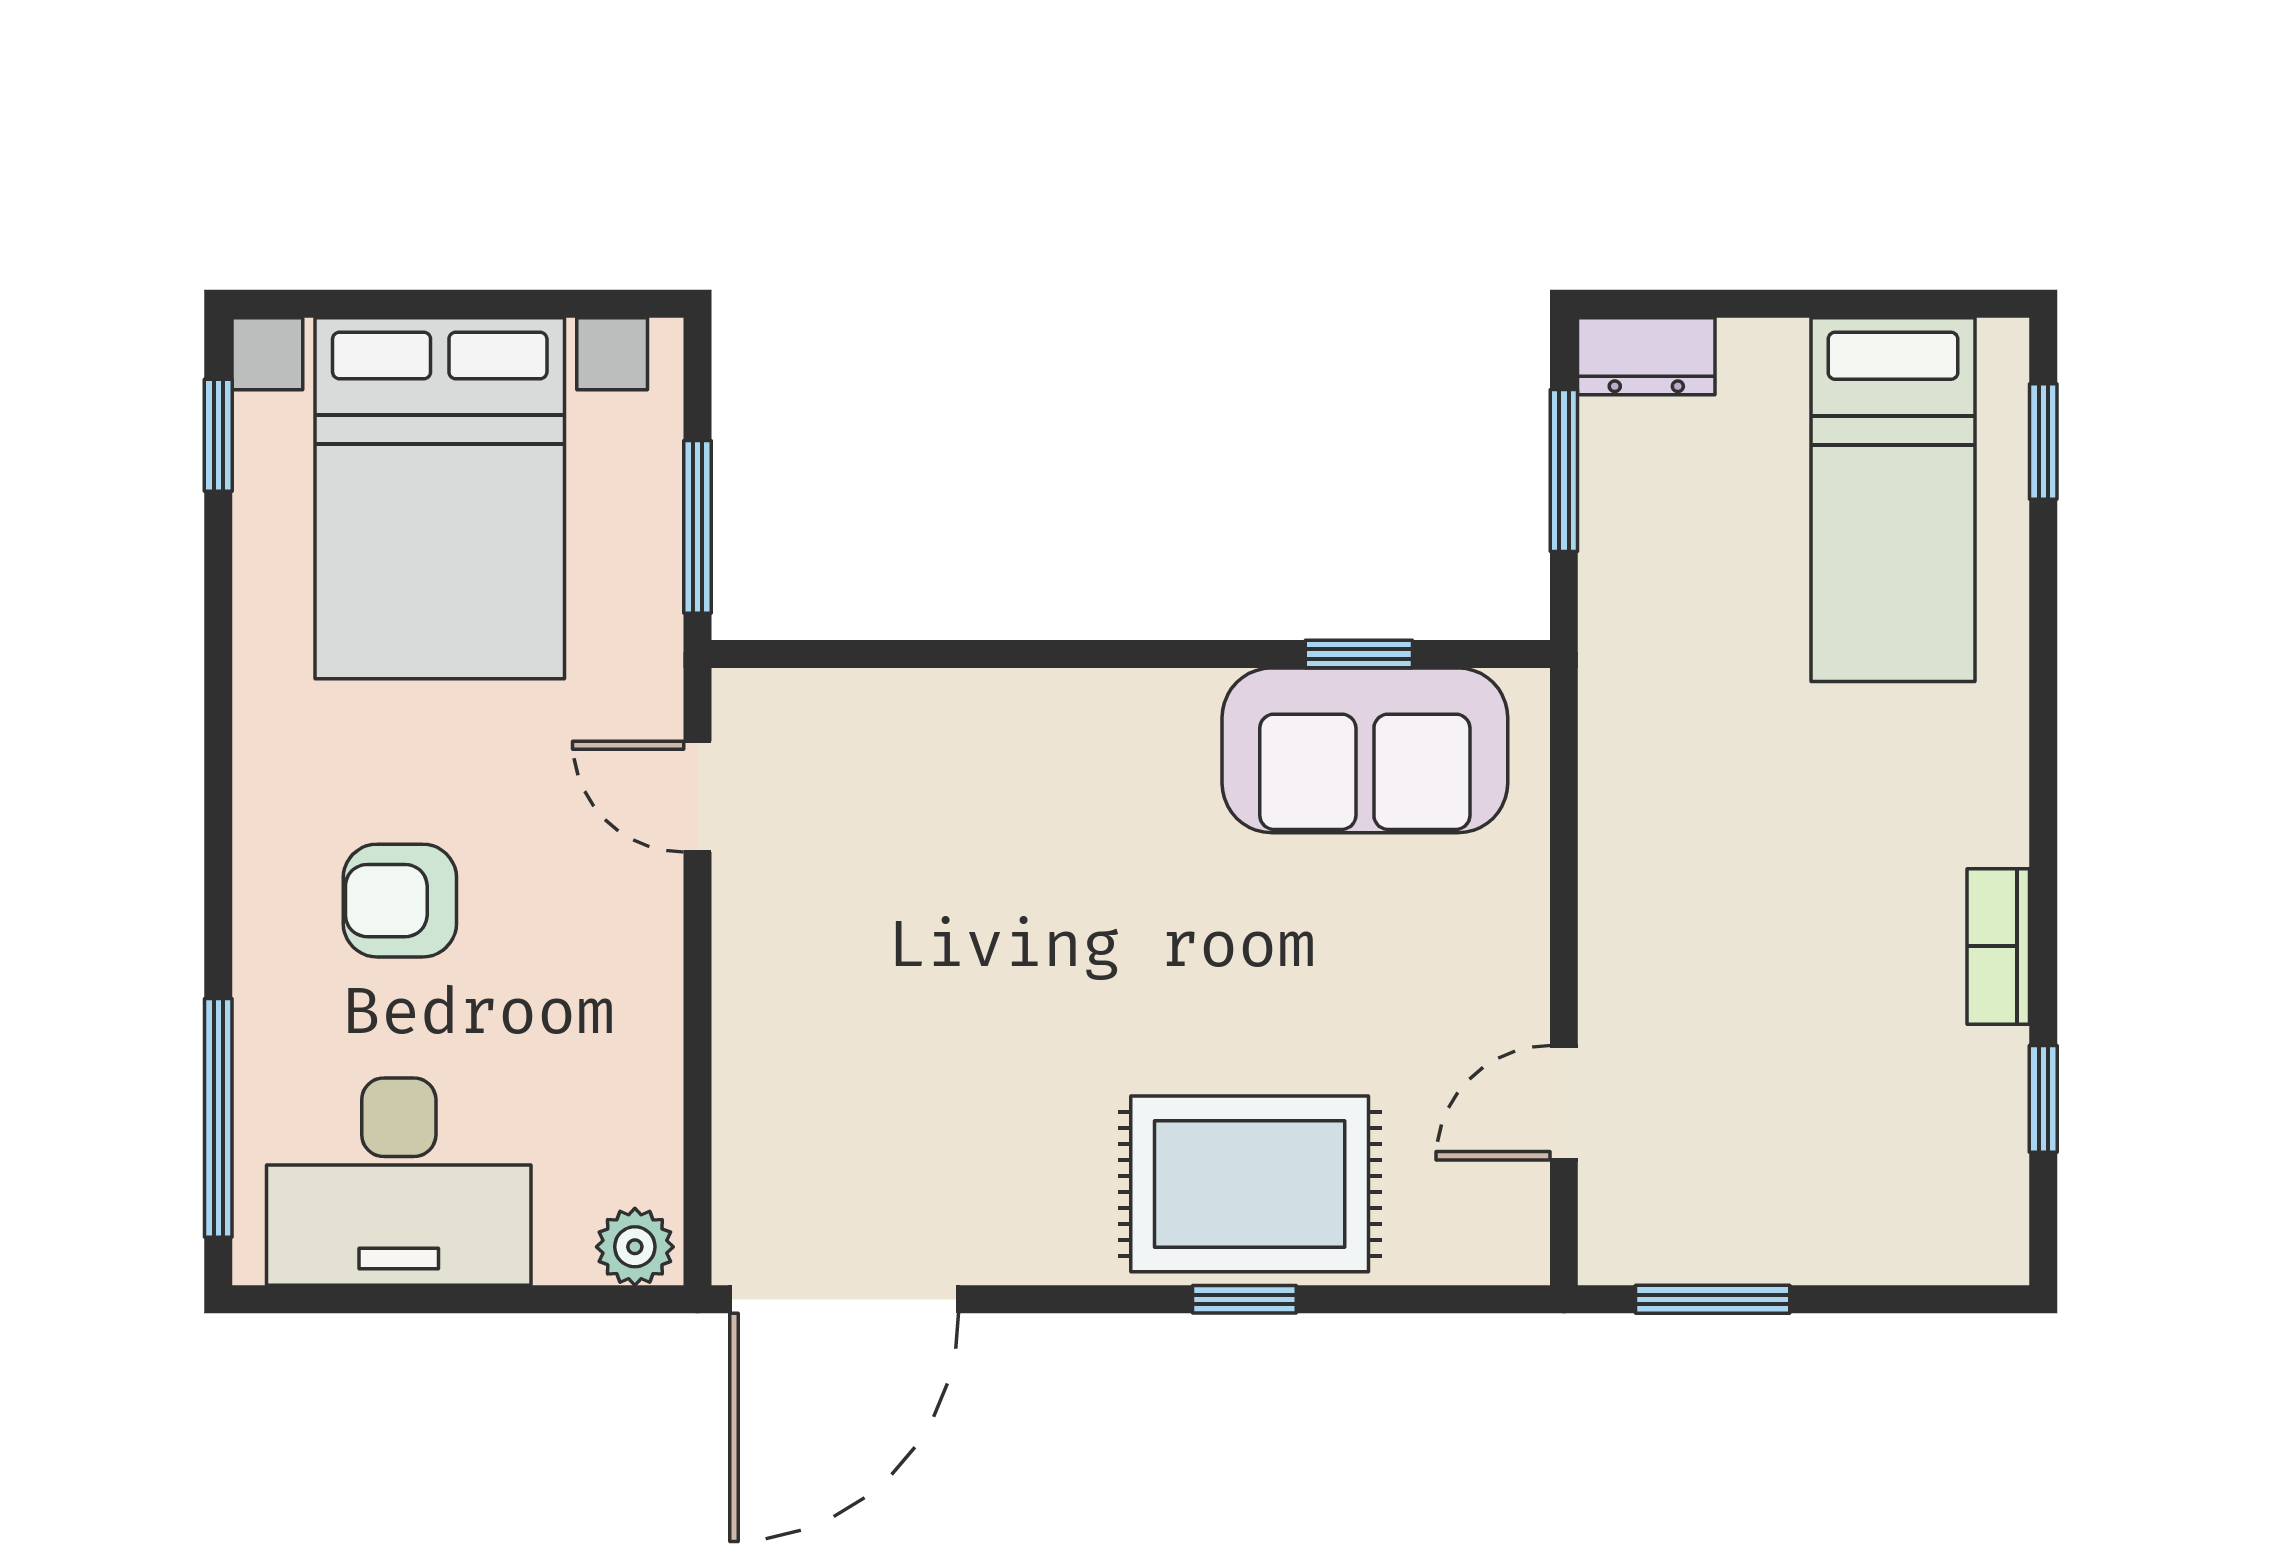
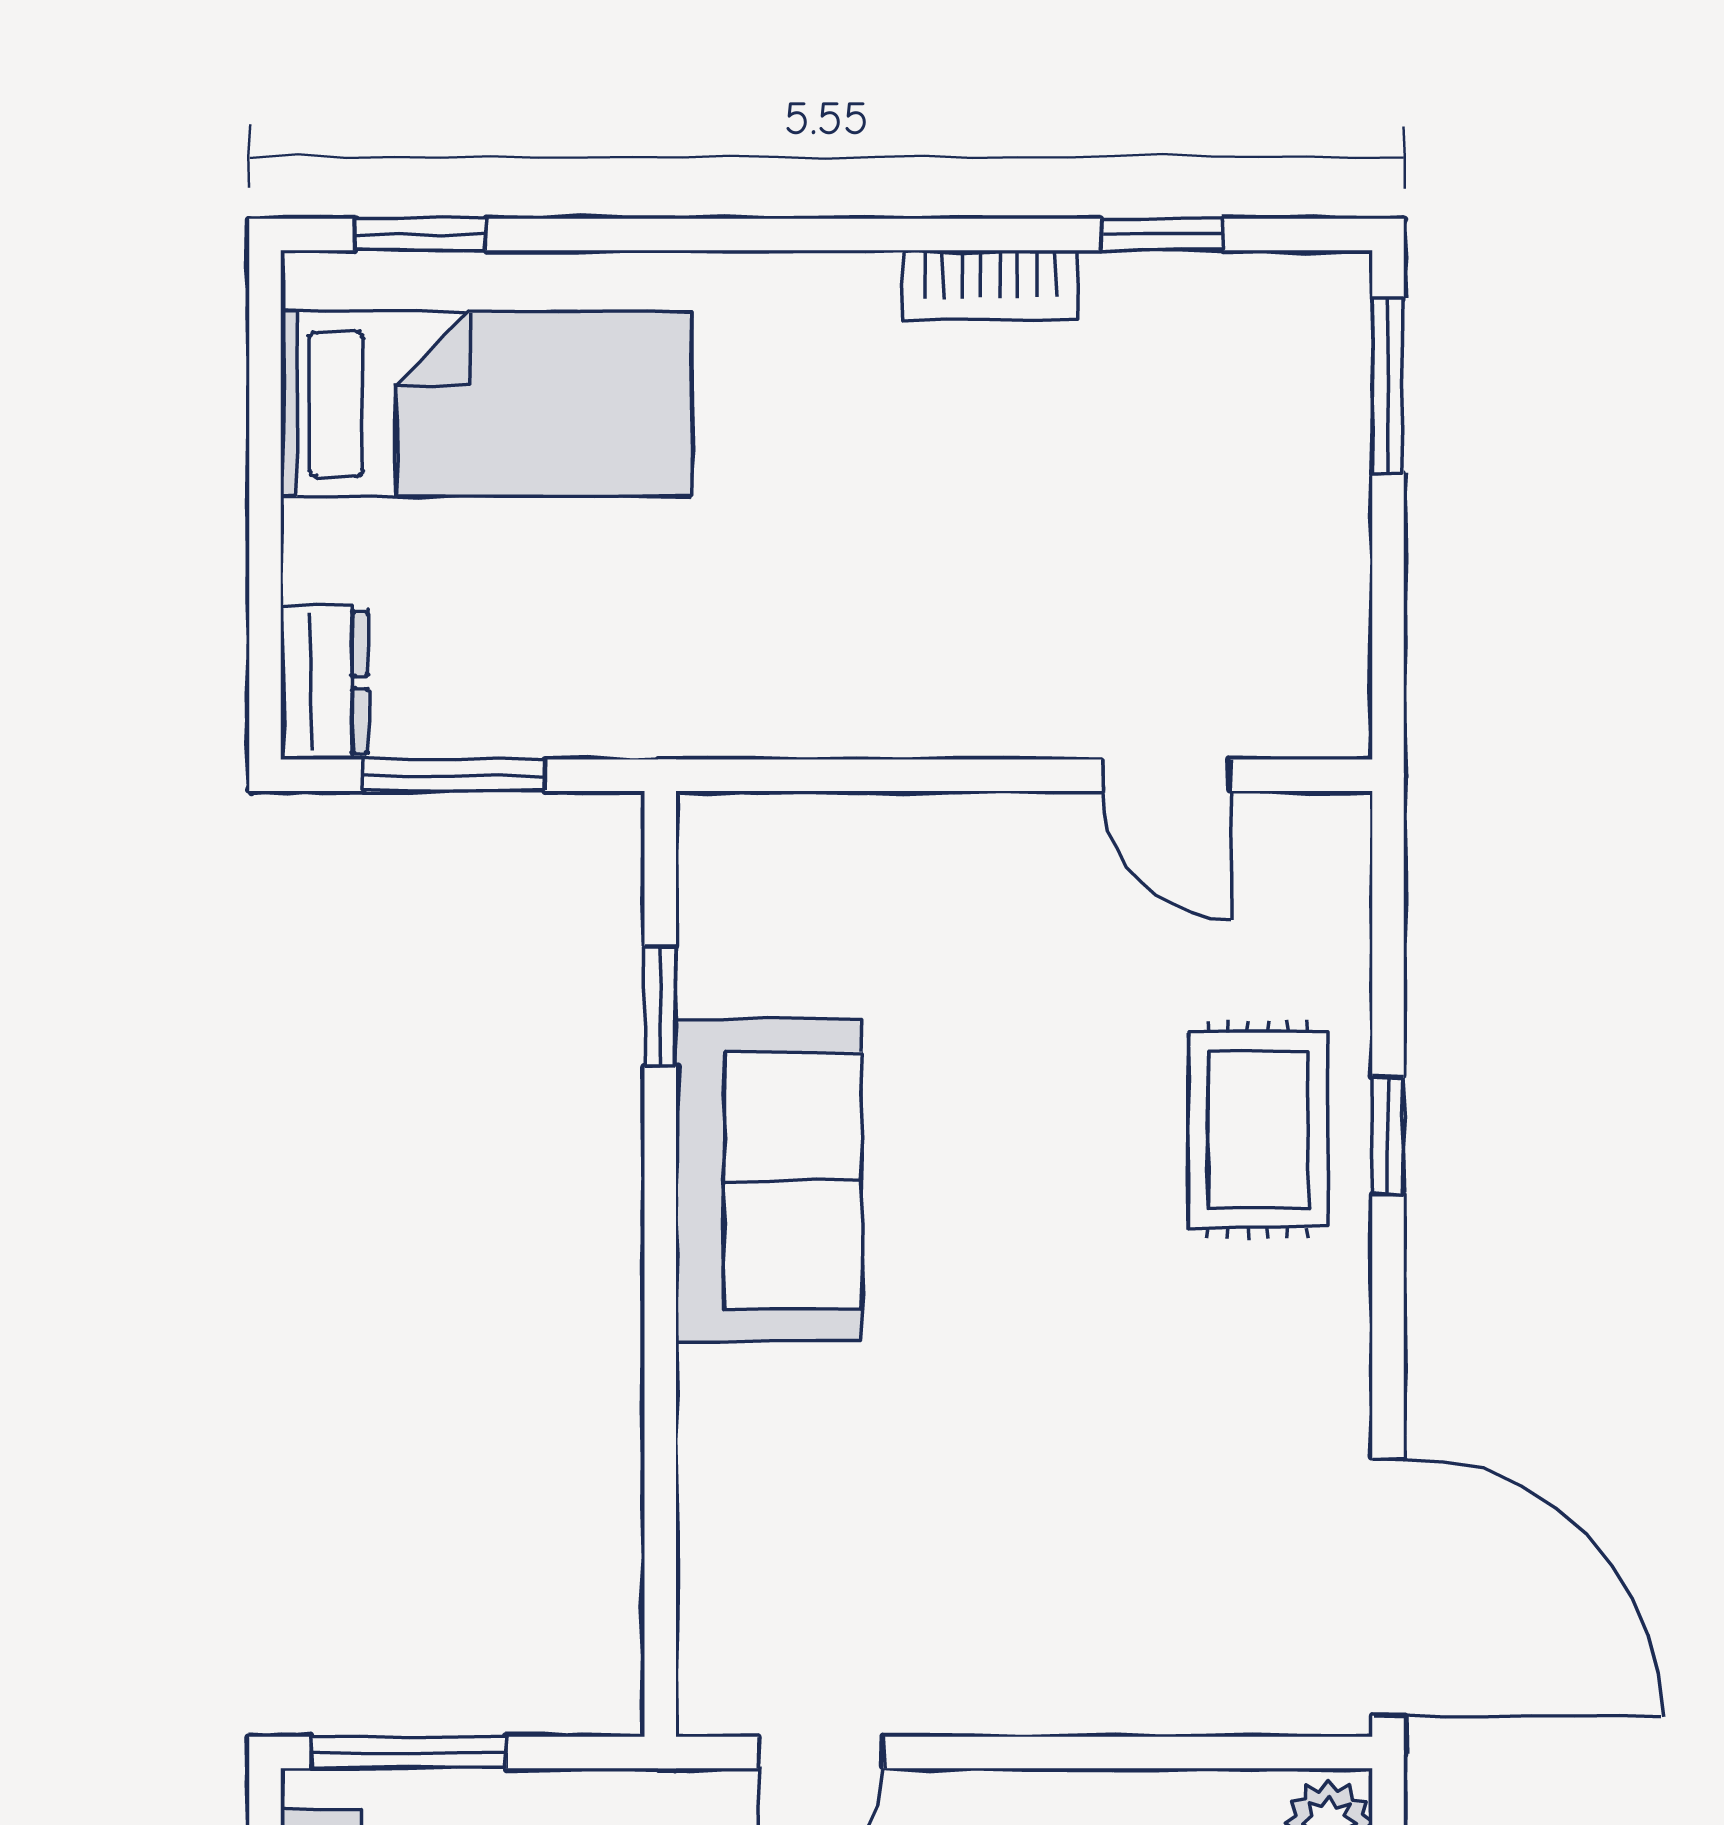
window: (697, 527) -> (409, 1752), moved
sofa: (1365, 750) -> (769, 1181), moved
rug: (1250, 1184) -> (1258, 1130), width x0.73, depth x0.70
window: (1713, 1299) -> (1388, 386), moved

